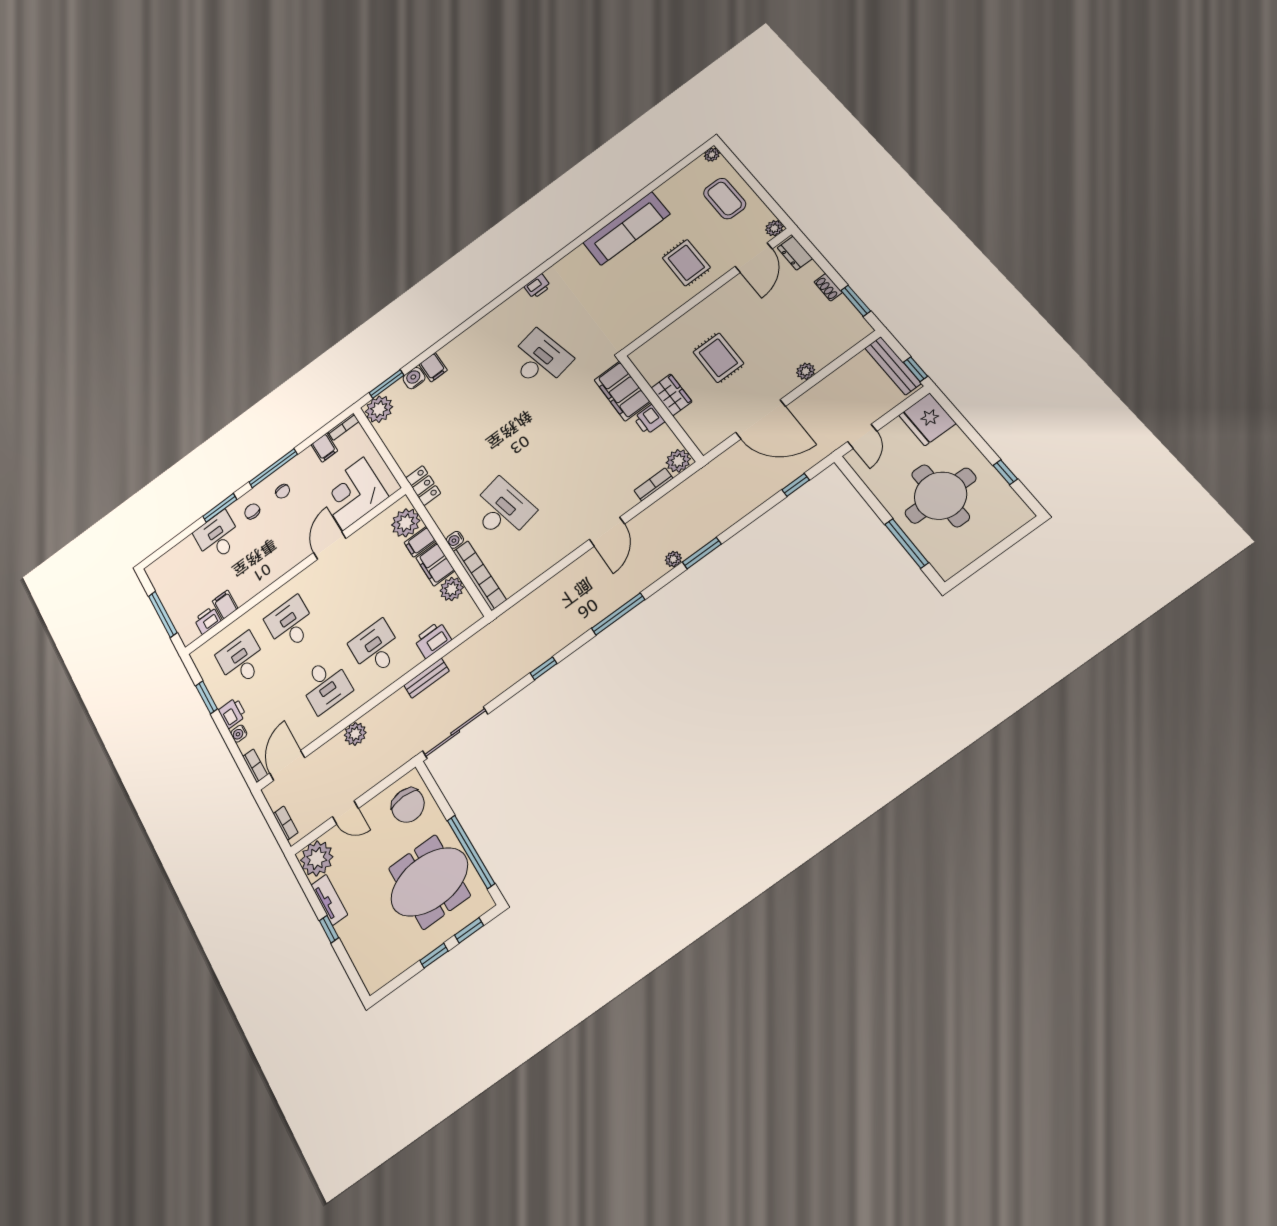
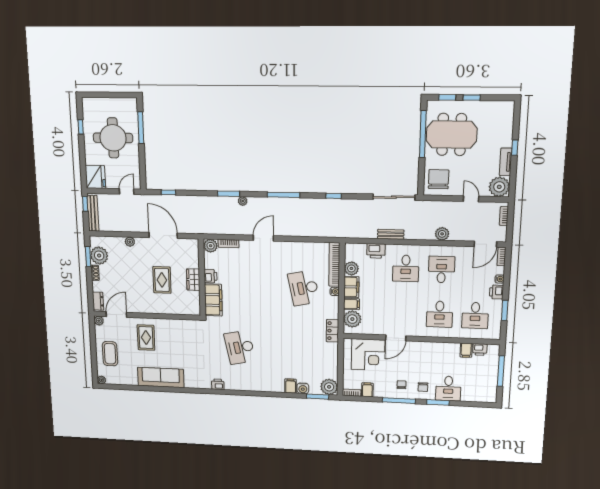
plant: (839, 315) -> (99, 256), added

